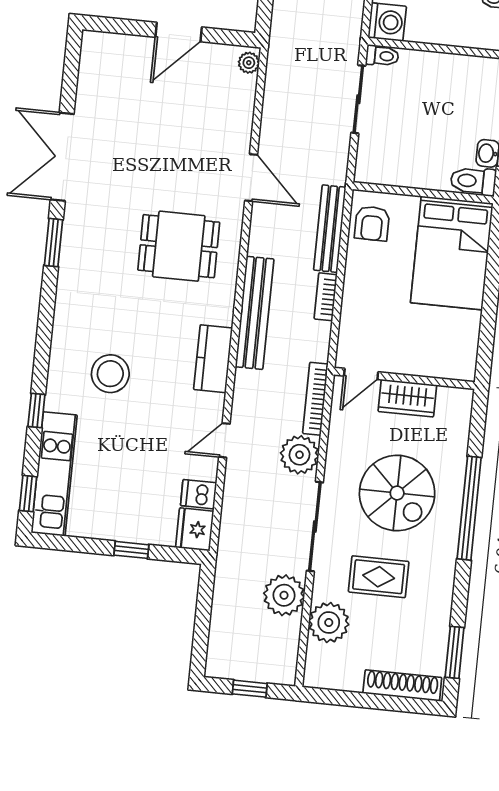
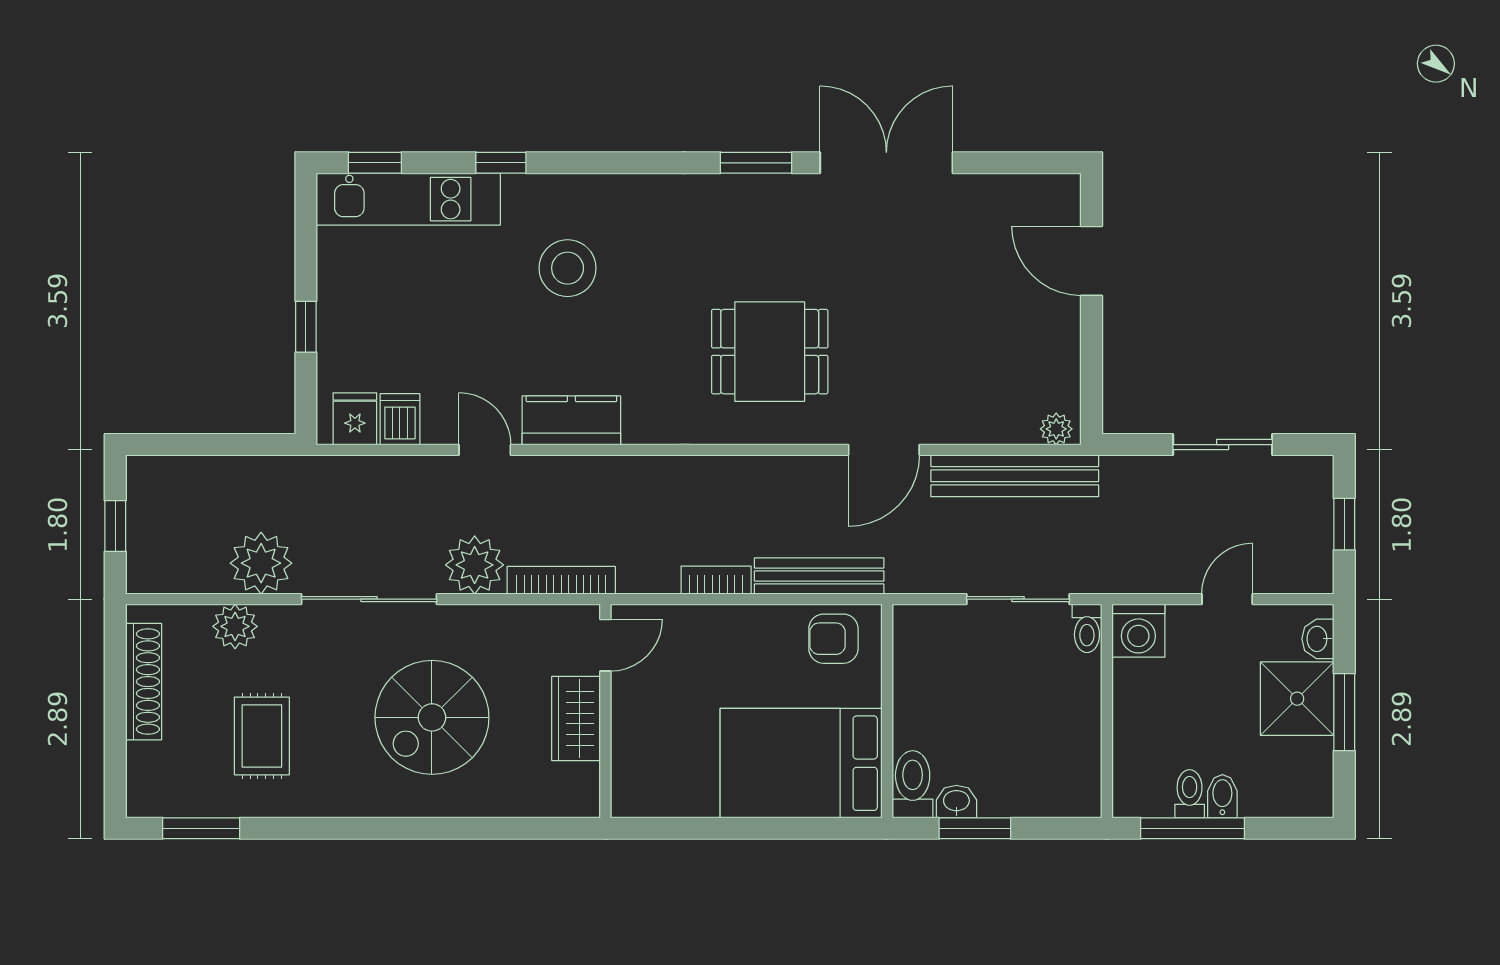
door: (179, 32) -> (1091, 261), moved
dining table: (179, 246) -> (770, 352), turned 90
bench: (255, 313) -> (1015, 476), moved
kitchen counter: (213, 359) -> (571, 420), moved
door: (361, 374) -> (605, 645), swing flipped
window: (469, 508) -> (420, 828), removed
fridge: (195, 529) -> (355, 419), width x0.72
rug: (379, 577) -> (262, 736), moved
plant: (329, 623) -> (235, 626), width x0.73, depth x0.73
shoe rack: (402, 685) -> (144, 682), moved

